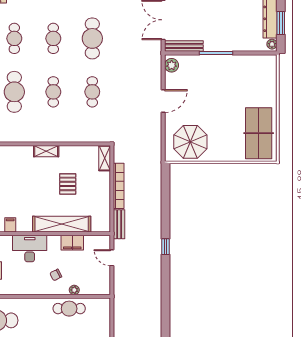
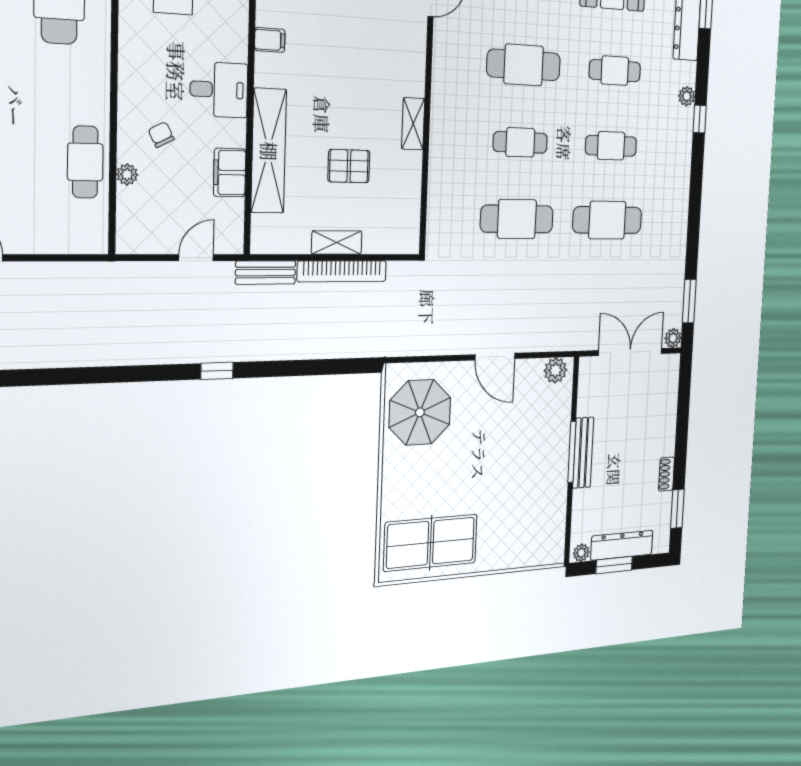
bench: (184, 46) -> (583, 453), moved
cafe table: (92, 92) -> (517, 219), width x1.37, depth x1.35
shelving: (105, 158) -> (337, 243), moved
desk: (30, 249) -> (219, 90), width x0.73

